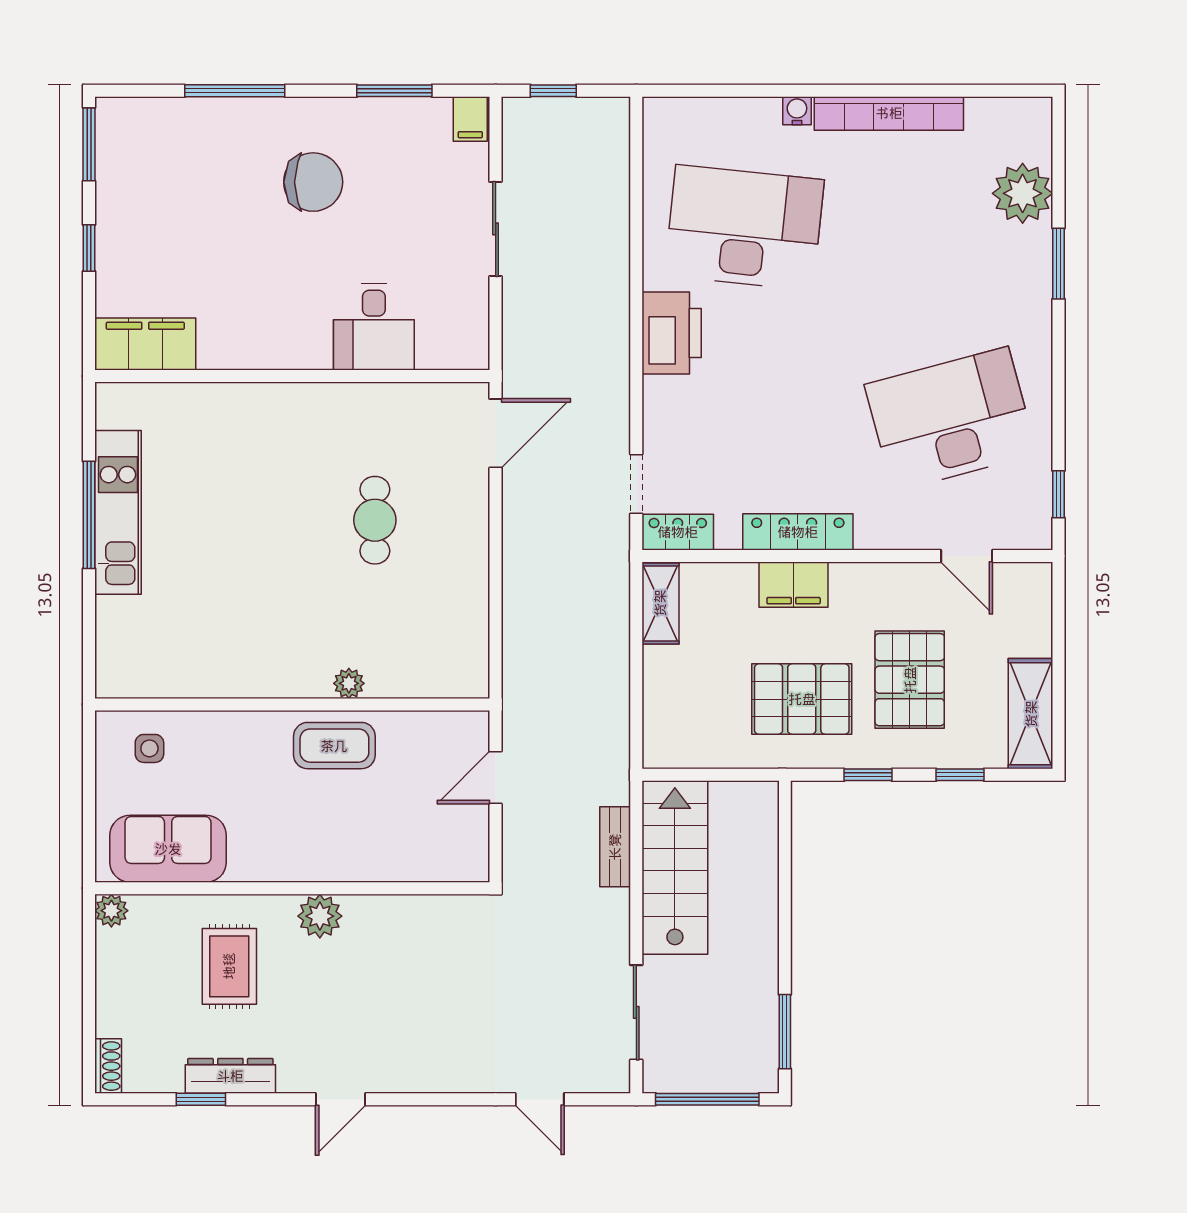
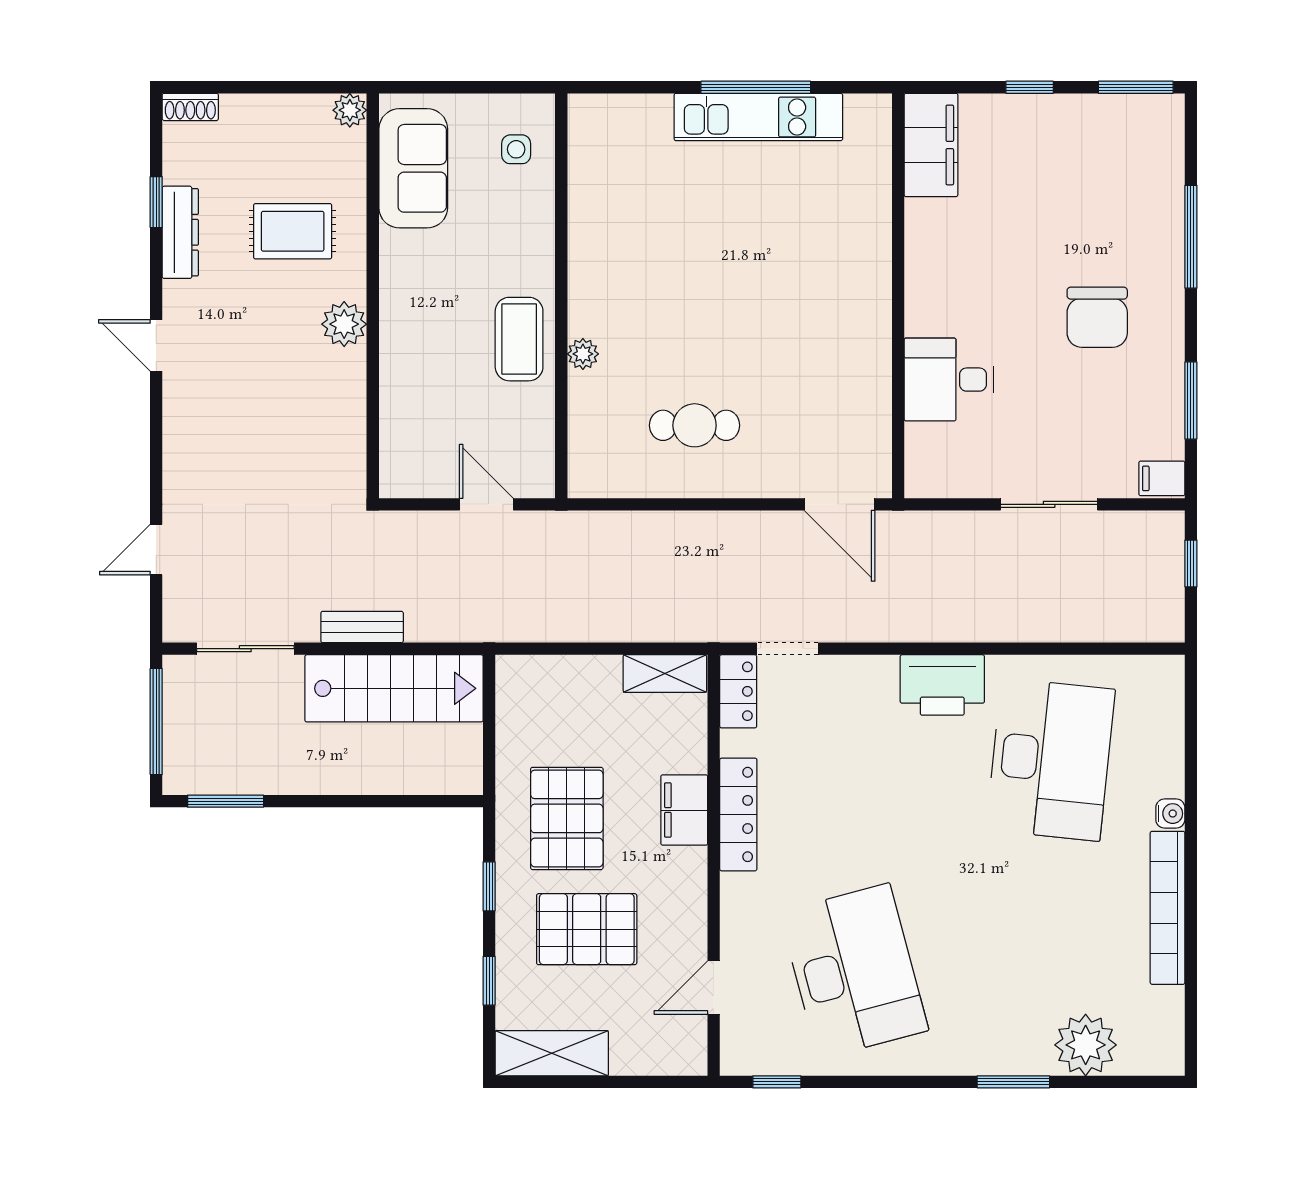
cafe table: (375, 520) -> (695, 425), moved
bench: (615, 847) -> (362, 627), moved

